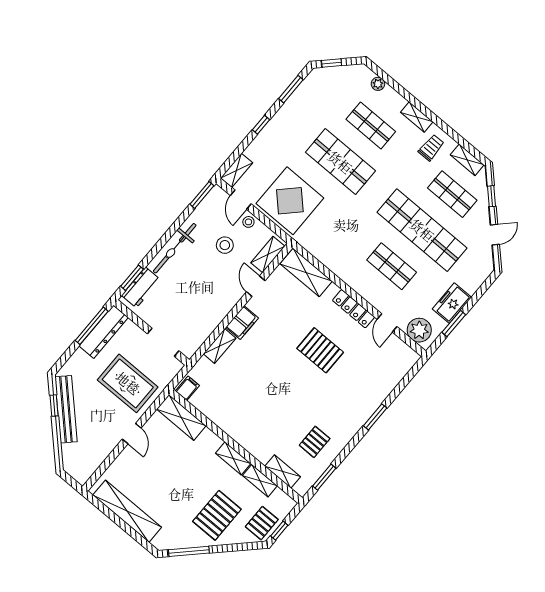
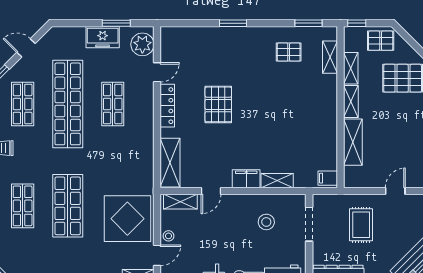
stool: (225, 245) -> (266, 222), moved
rug: (128, 383) -> (361, 225), width x0.73, depth x0.70
shelving: (181, 417) -> (353, 142), moved
window: (279, 531) -> (357, 23), moved

